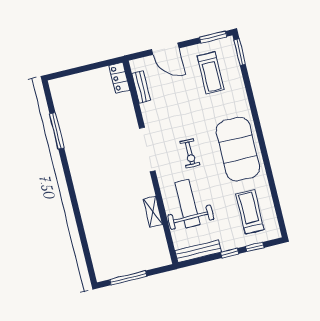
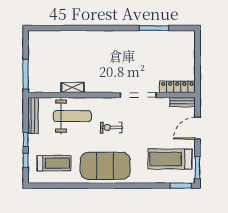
treadmill: (211, 73) -> (170, 159), width x1.37, depth x1.38
locker: (119, 78) -> (177, 87), width x1.53
bench: (141, 87) -> (182, 102), moved
doorway: (147, 150) -> (138, 95), moved
window: (128, 278) -> (26, 74), moved

